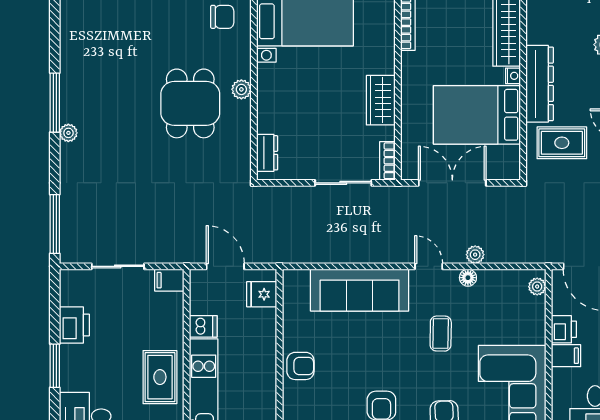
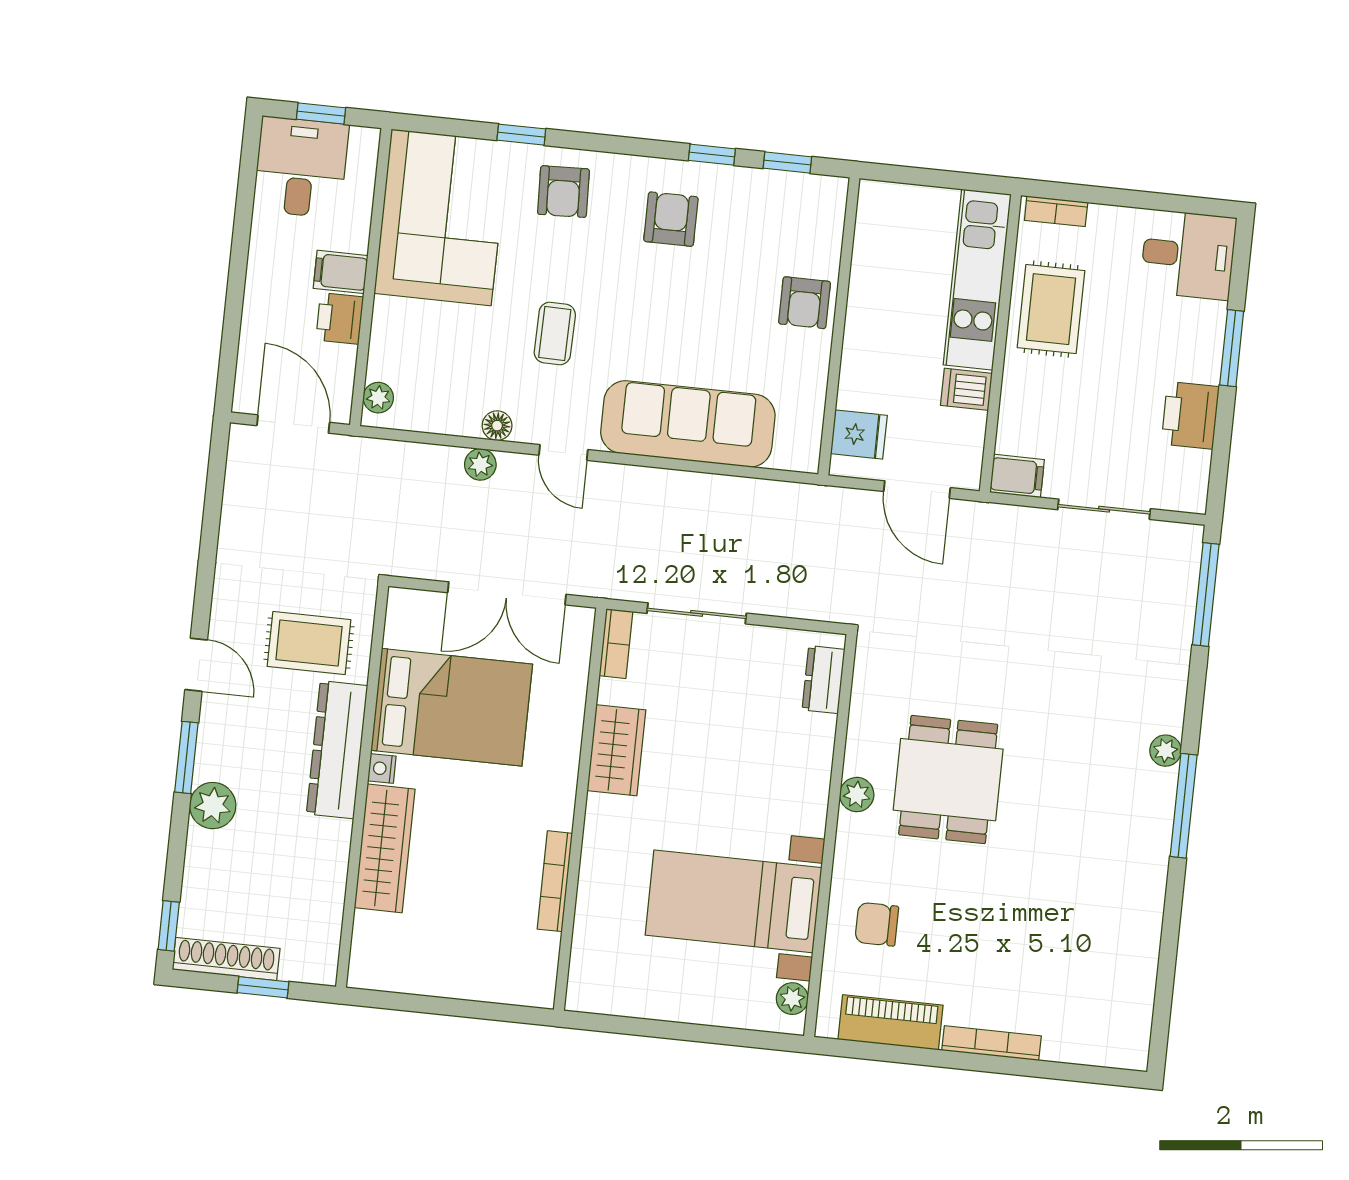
armchair: (300, 366) -> (805, 303), turned -90

